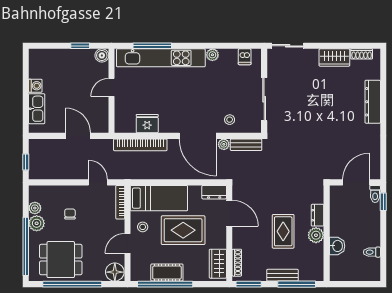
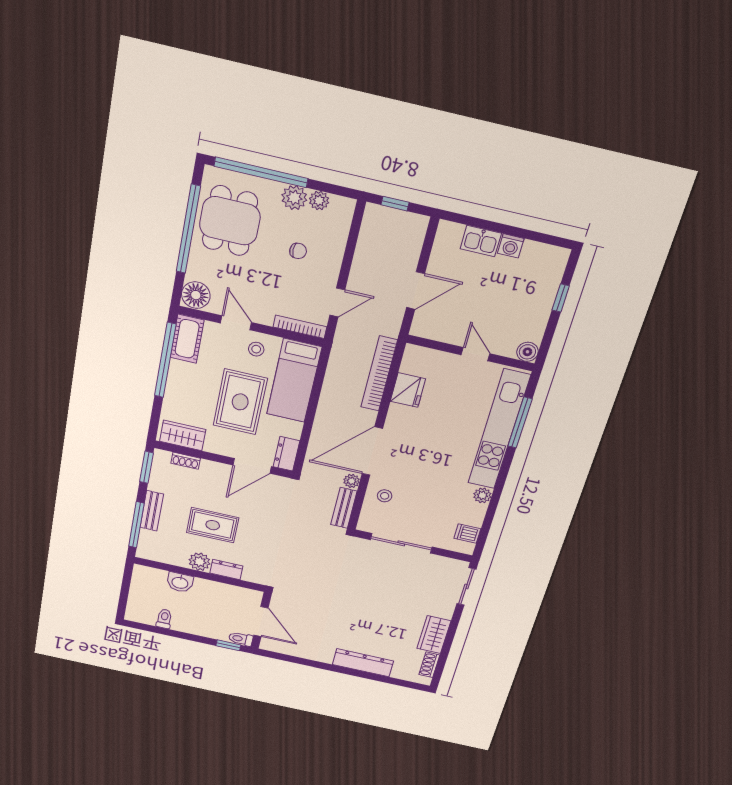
window: (80, 46) -> (561, 298), moved
kitchen sink: (37, 109) -> (481, 241), width x0.73
shoe rack: (237, 263) -> (186, 461), width x0.70
cot: (167, 273) -> (187, 339), moved

